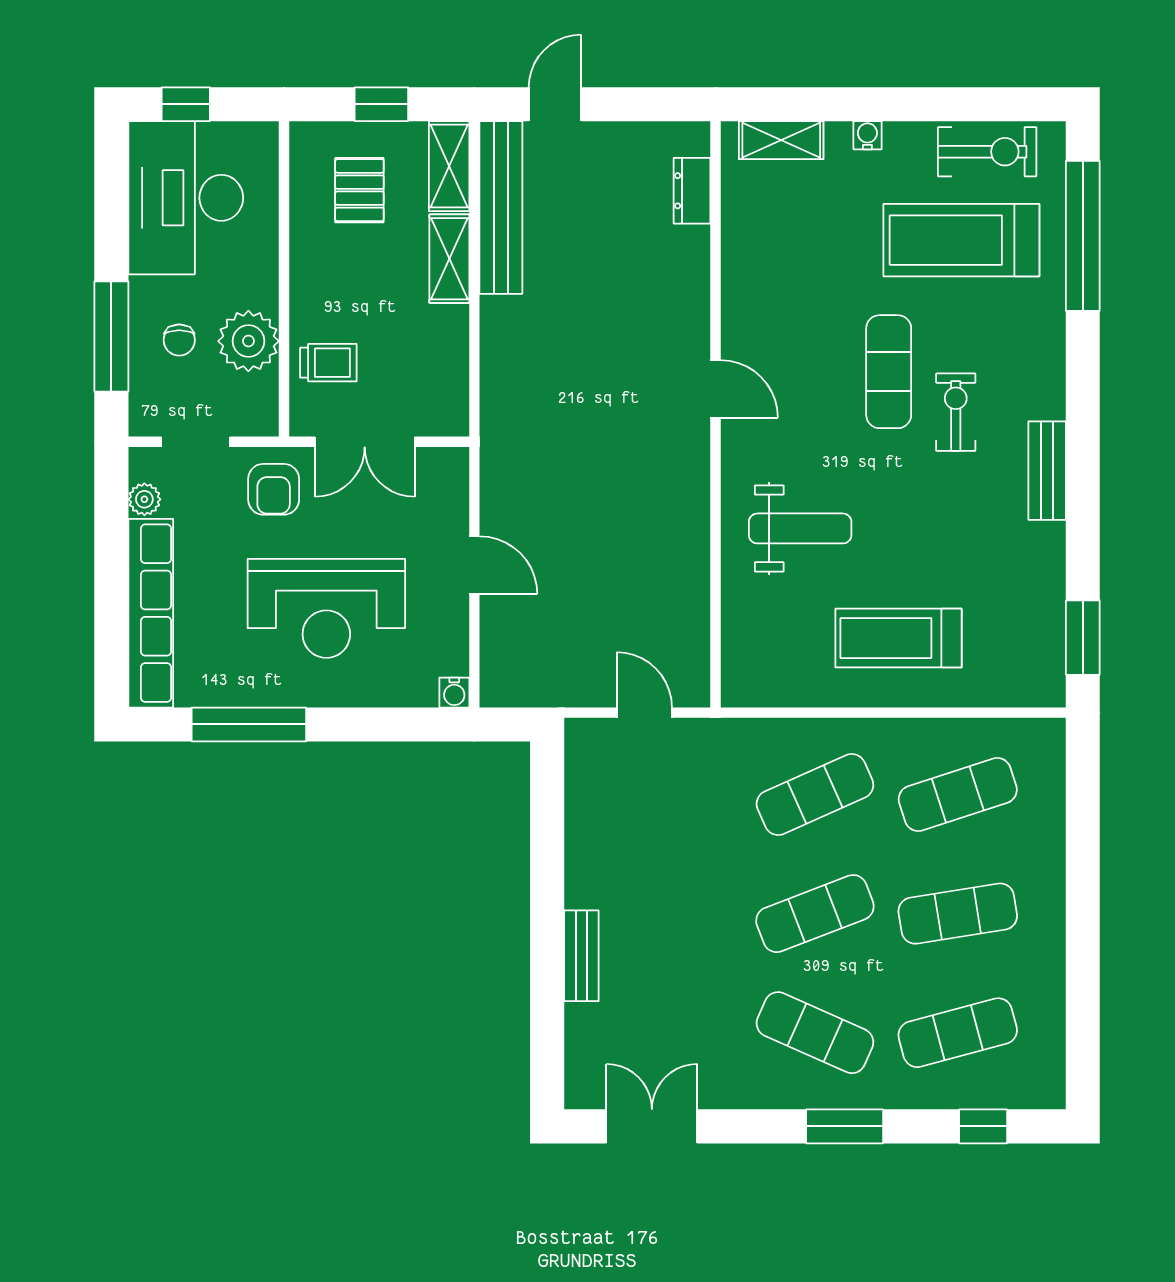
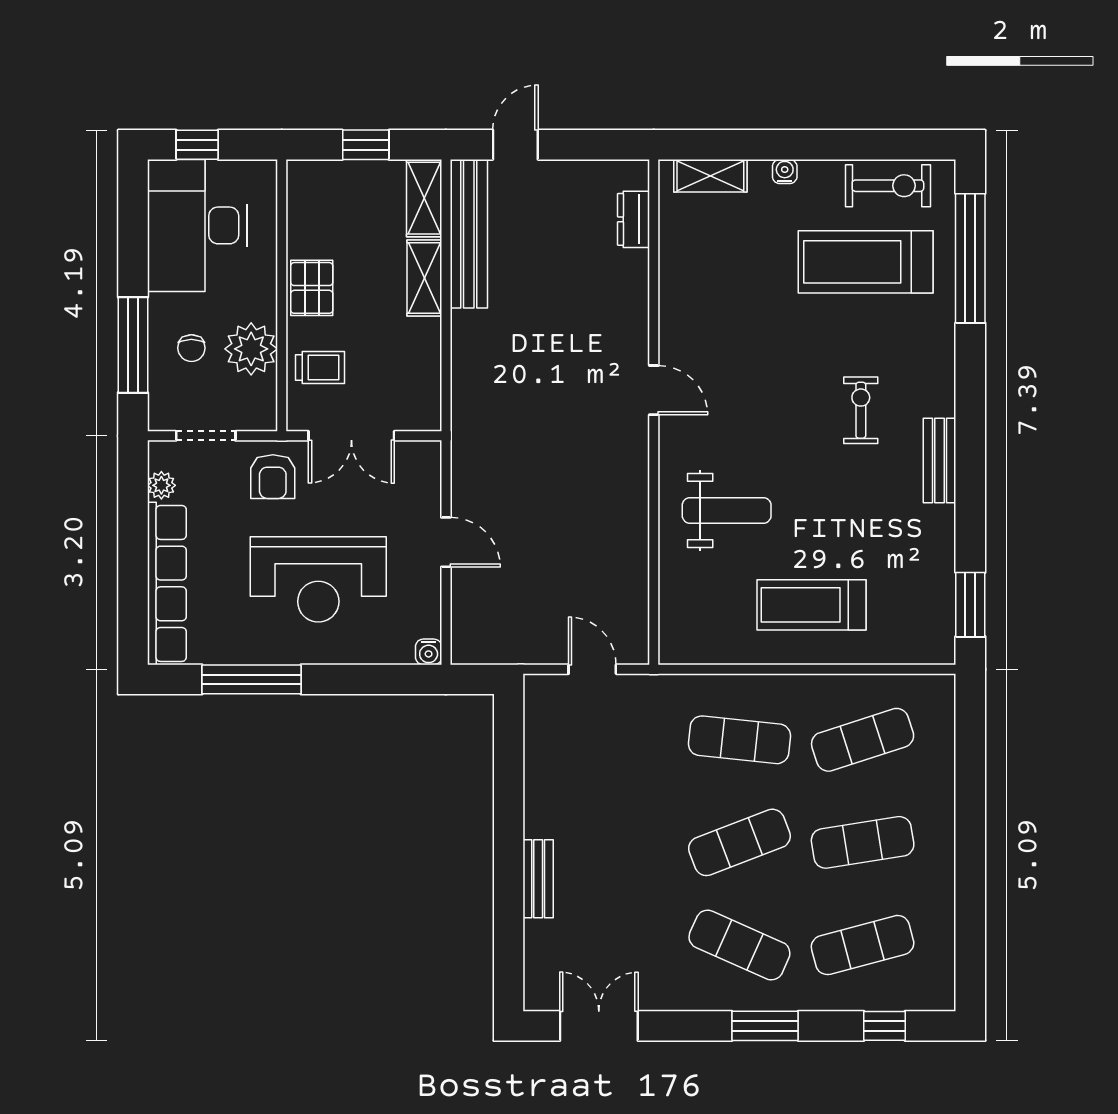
pallet: (359, 190) -> (312, 288), moved
exercise mat: (889, 372) -> (803, 375), removed
exercise mat: (815, 794) -> (739, 740), turned 30

